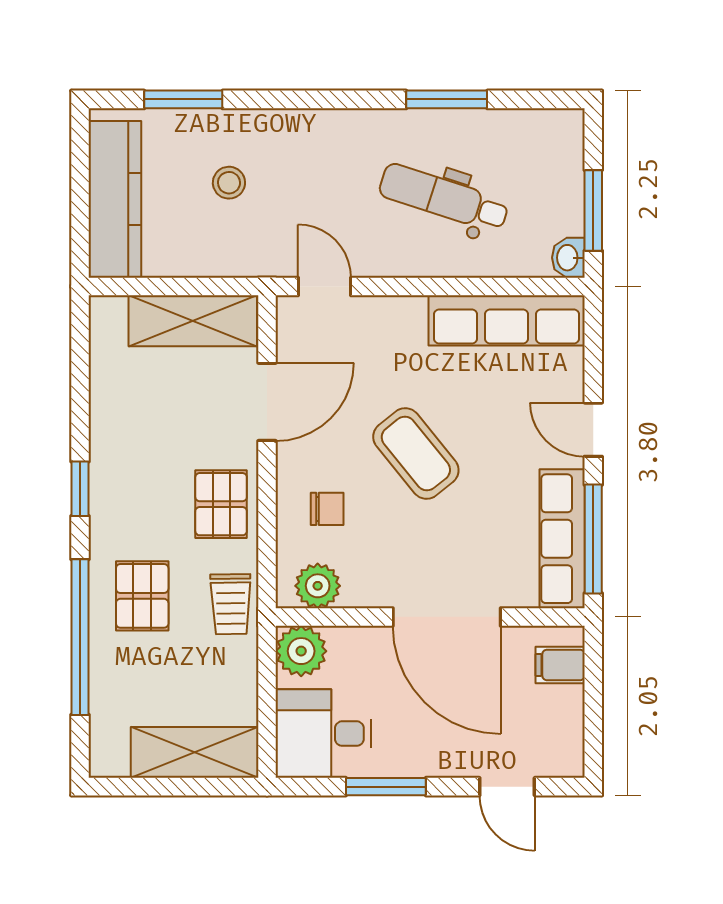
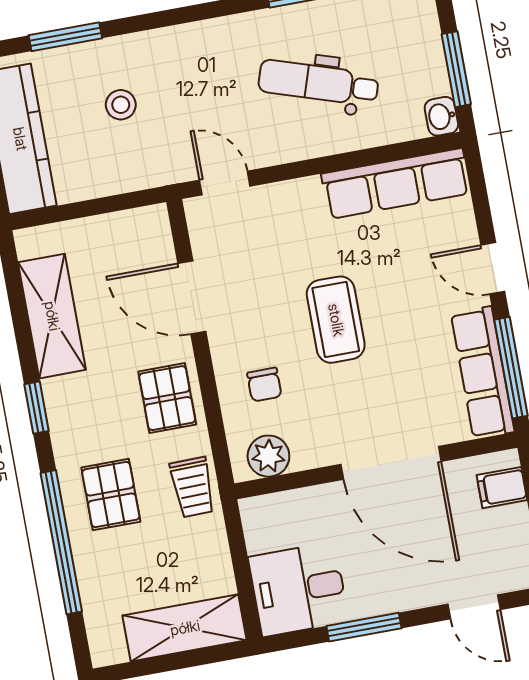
shelving: (193, 321) -> (52, 316), moved, turned 90
door: (267, 402) -> (192, 298), swing flipped
coffee table: (416, 454) -> (336, 320), turned 39
chair: (327, 509) -> (264, 385), turned 90
plant: (301, 651) -> (264, 518), removed

